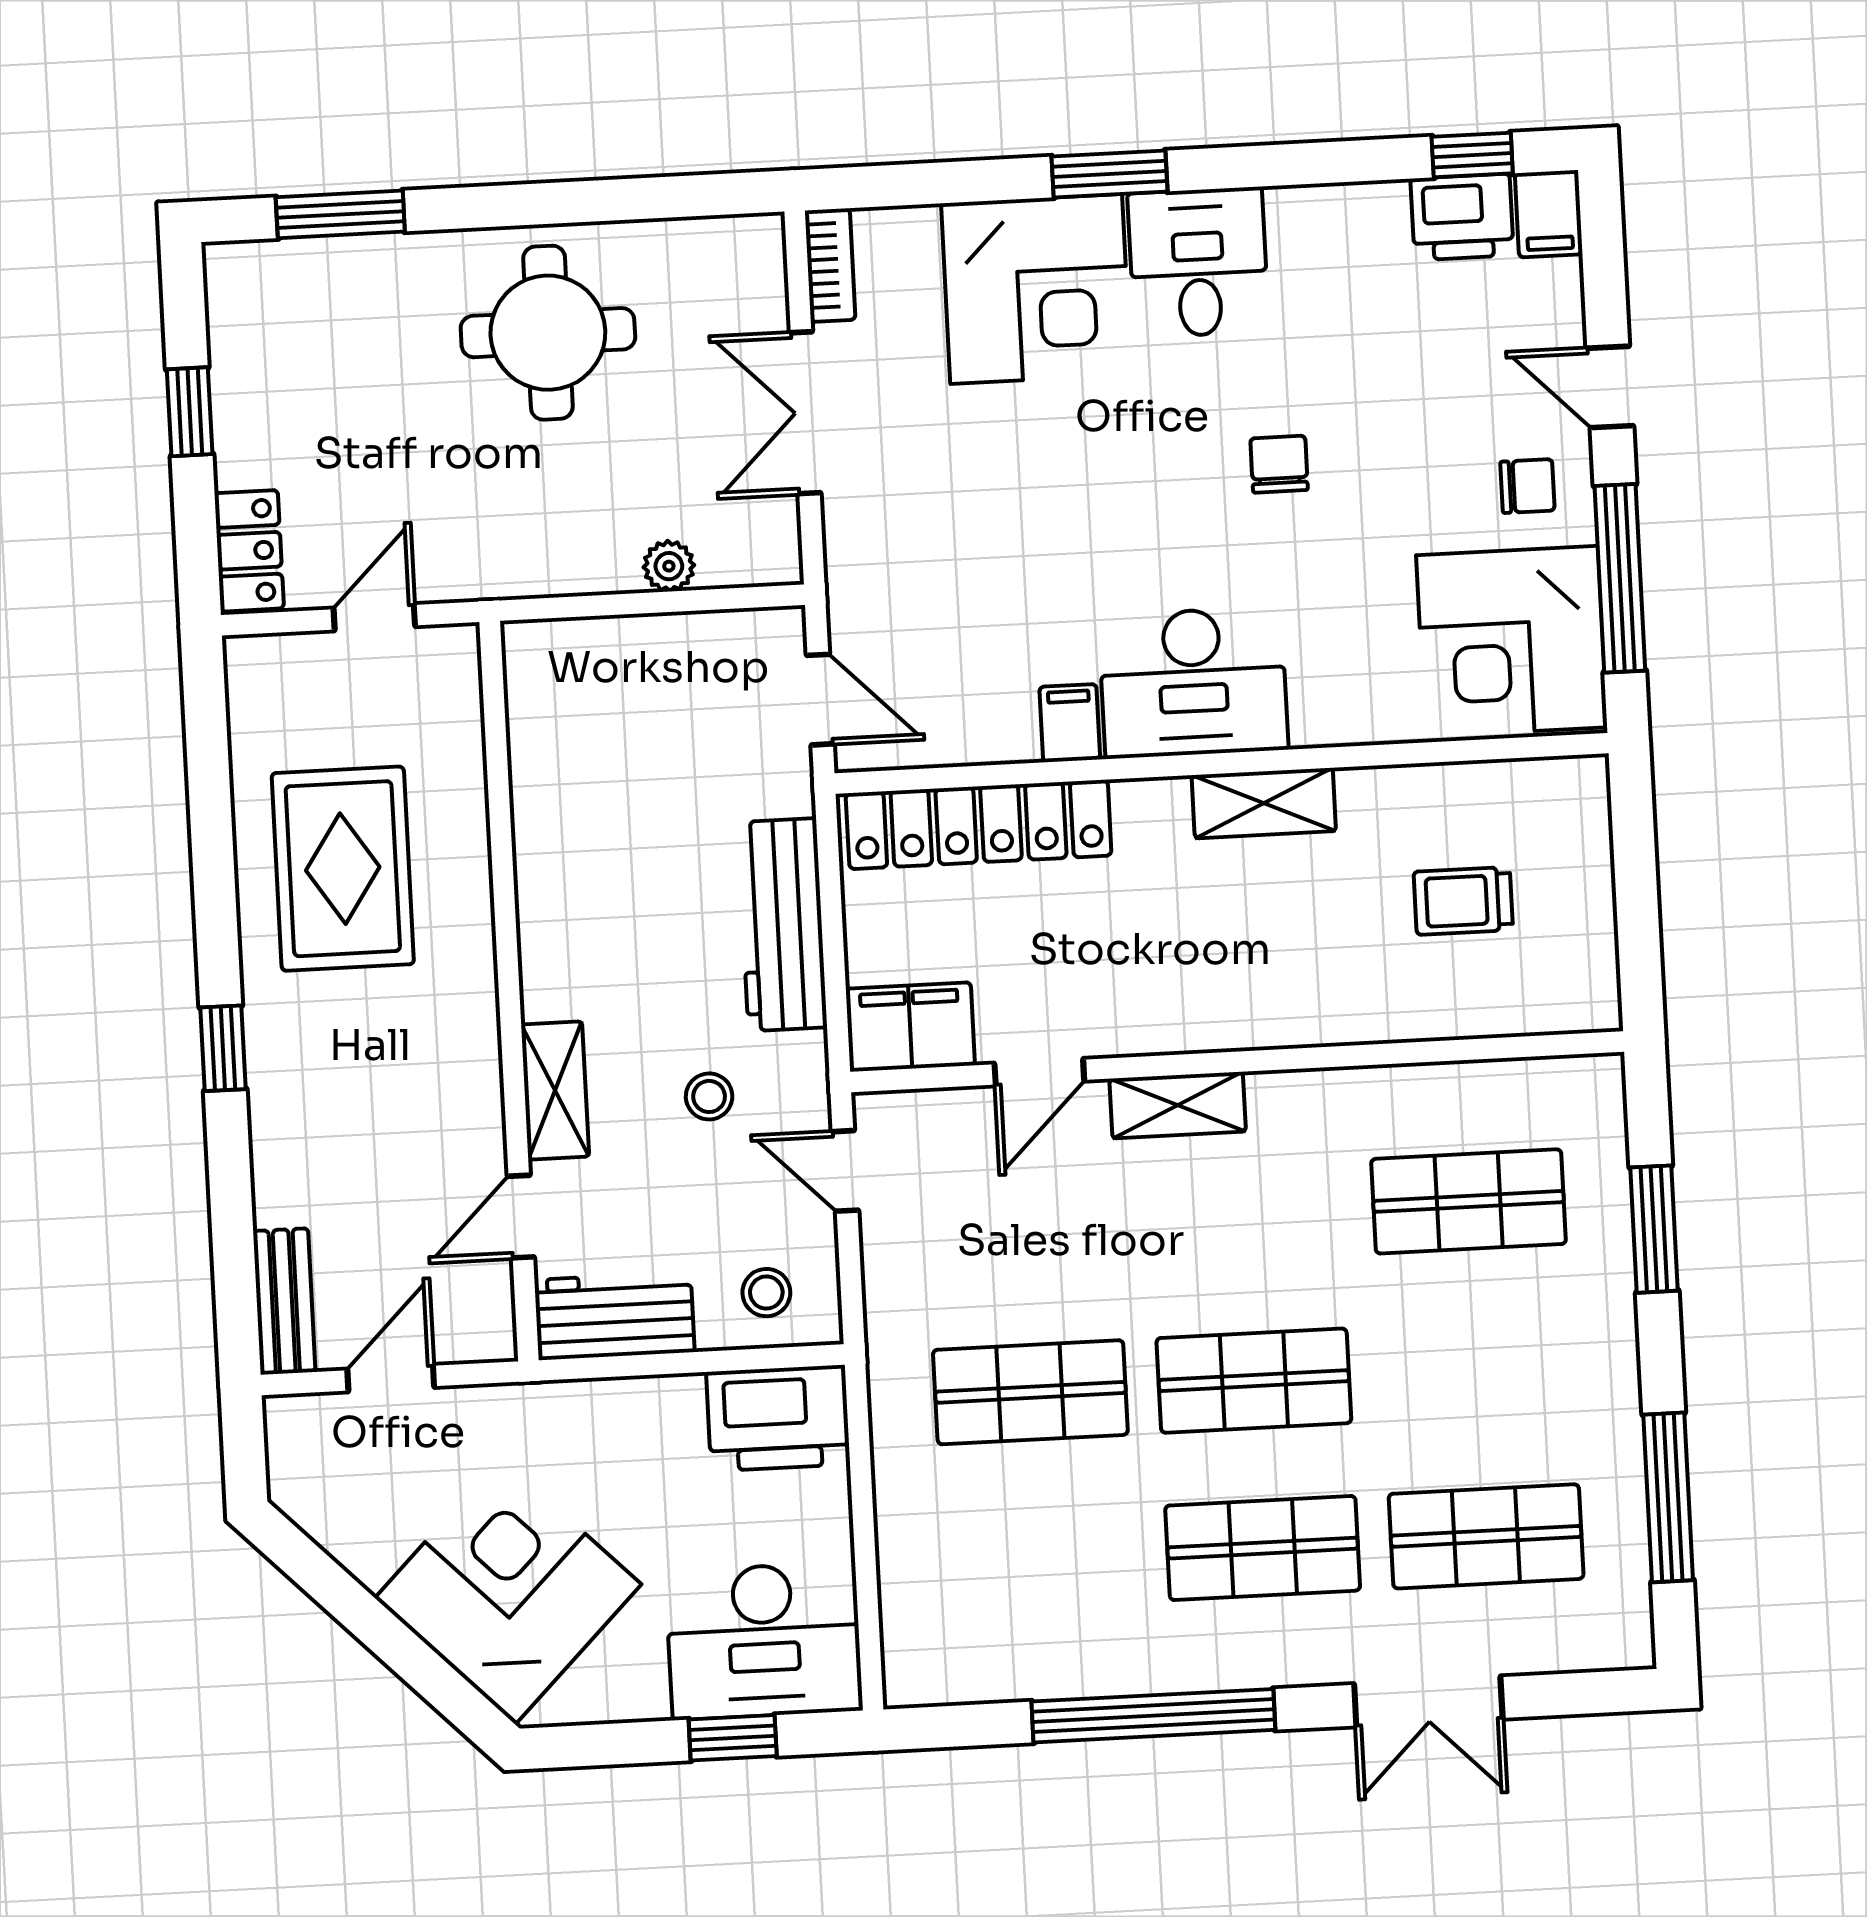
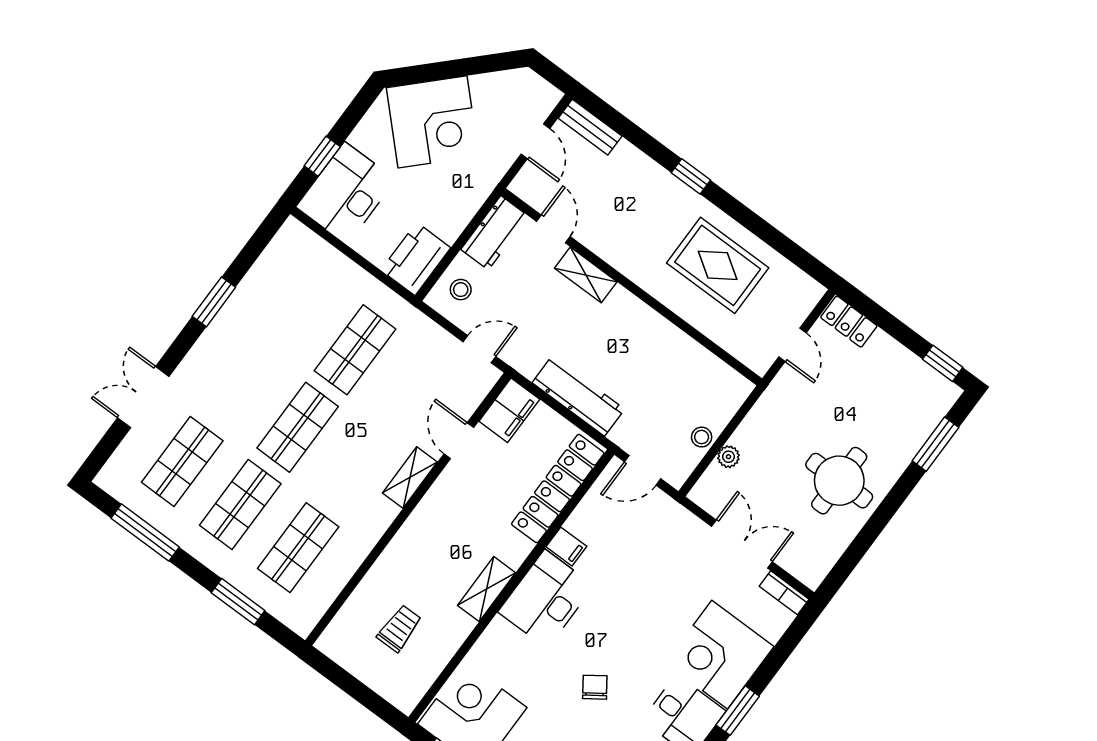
window: (190, 412) -> (943, 363), moved
chair: (1279, 464) -> (595, 687), turned -125
stool: (709, 1096) -> (702, 437), moved
shop shelf: (1263, 1548) -> (240, 505), moved
window: (1153, 1716) -> (214, 302), width x0.47

